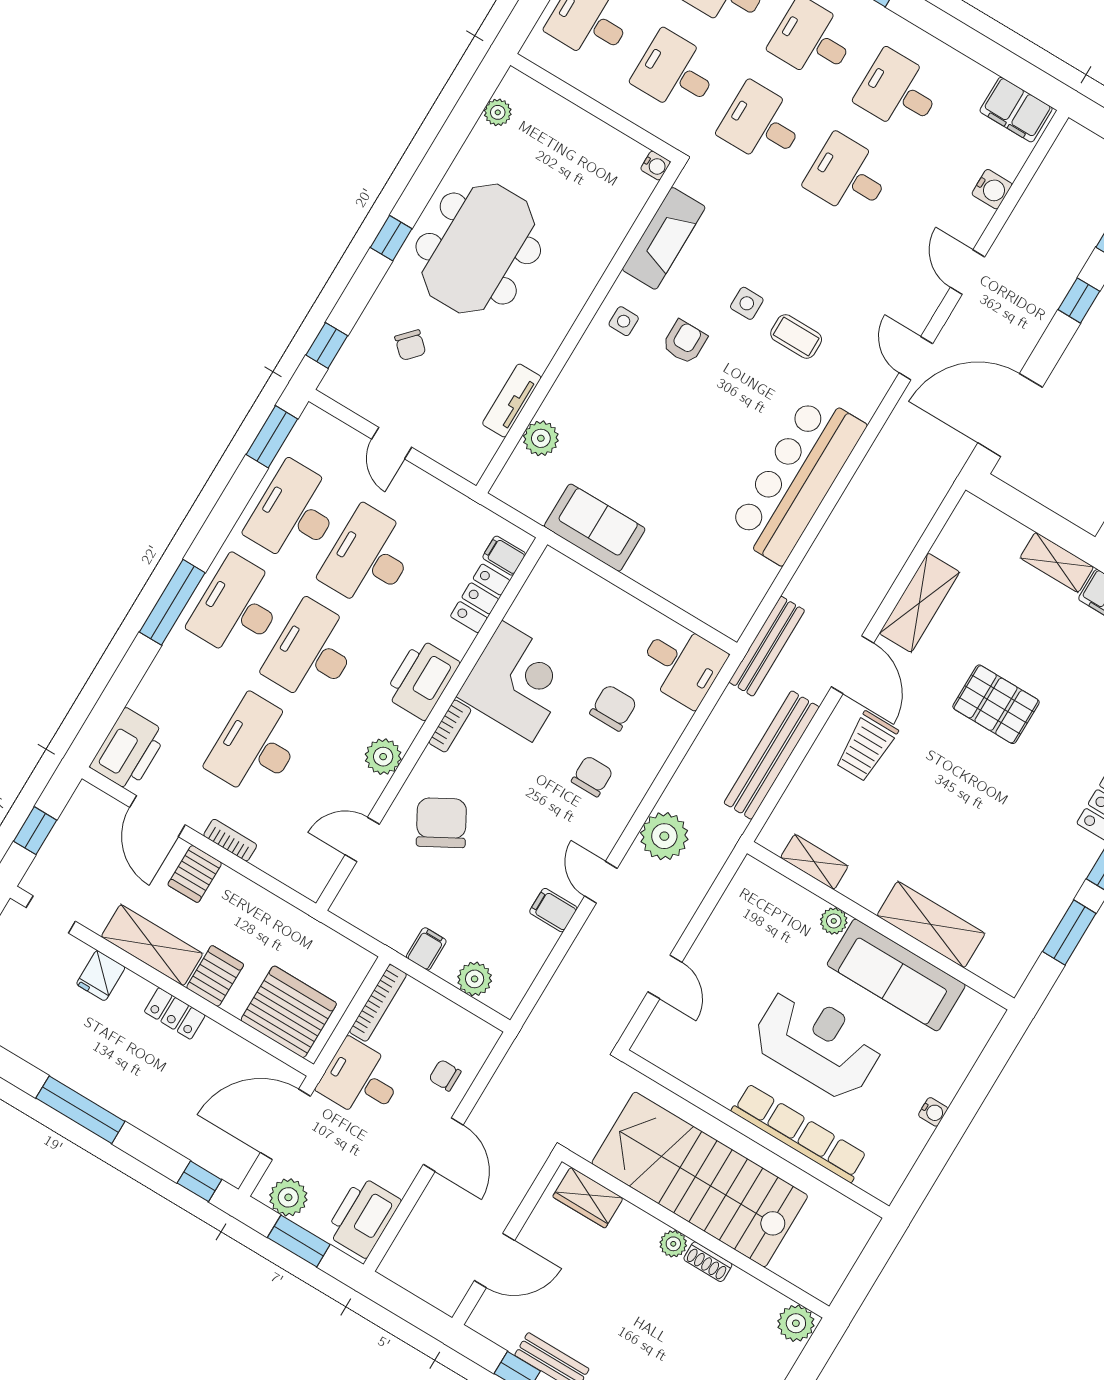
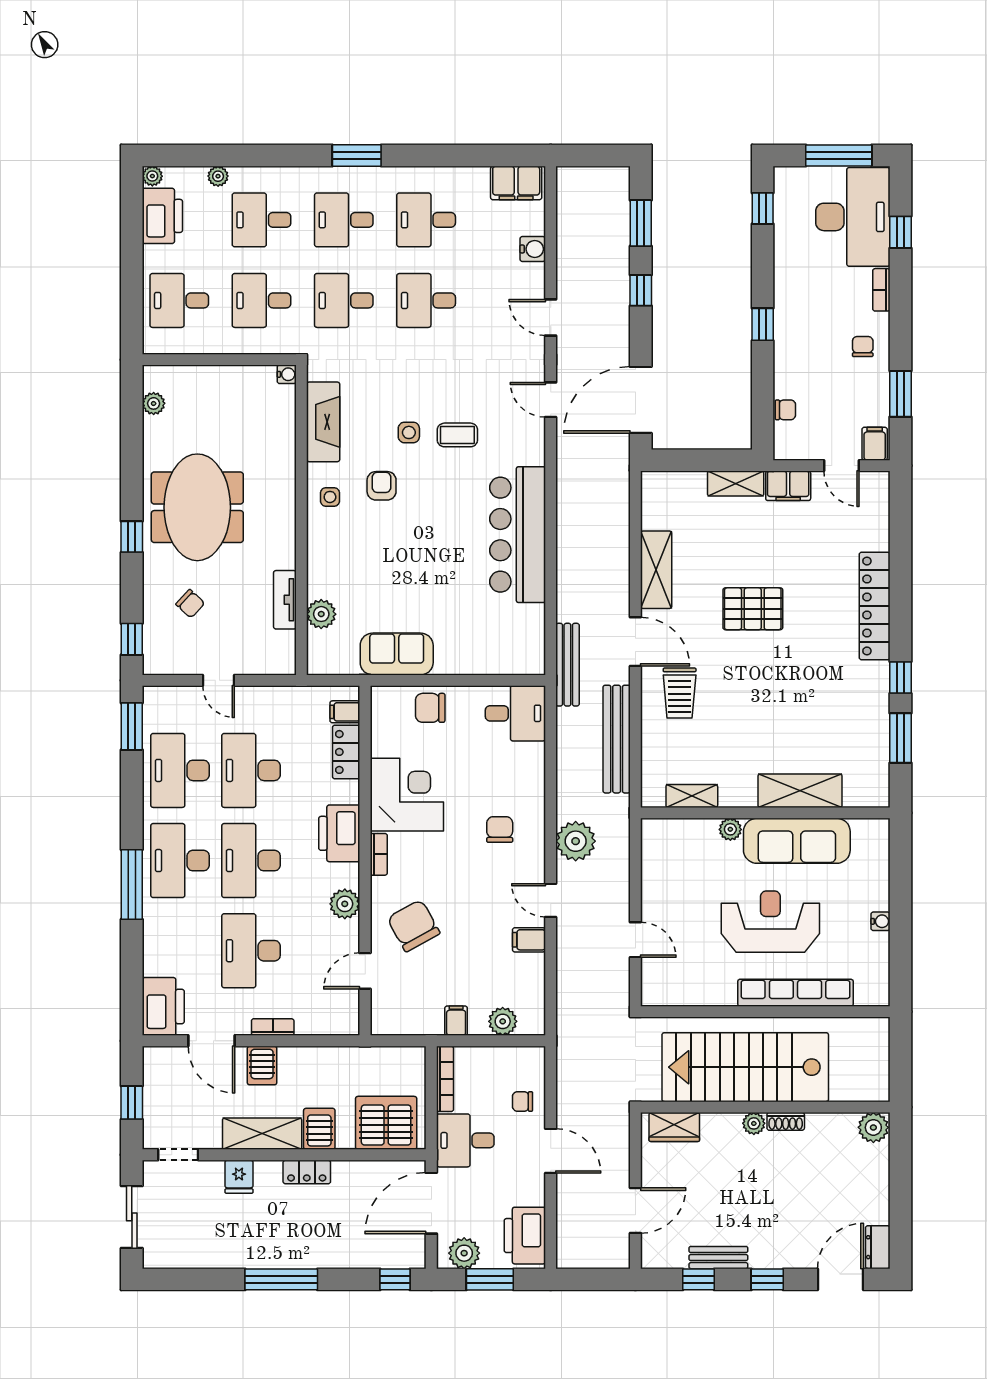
chair: (613, 708) -> (430, 708), moved, turned -90

